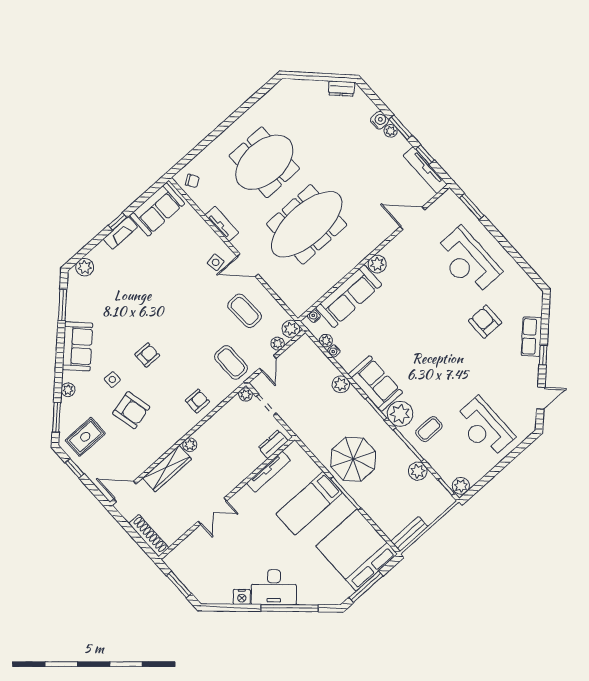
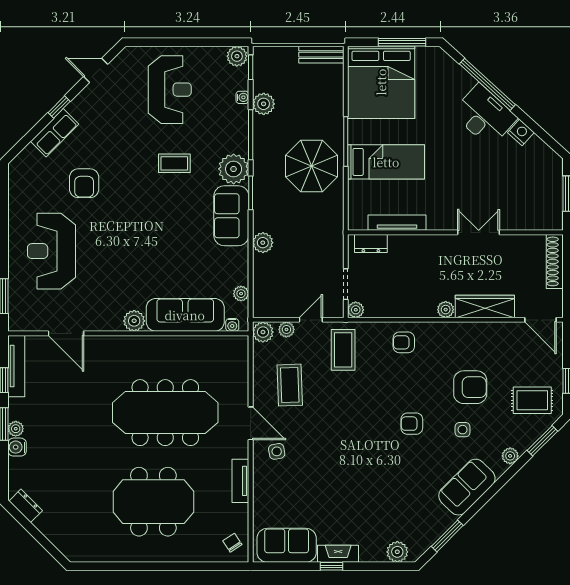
reception desk: (468, 261) -> (51, 251), turned 180
water cooler: (334, 351) -> (242, 97), moved
armchair: (131, 410) -> (470, 387), turned 103
coffee table: (429, 429) -> (174, 163), moved

